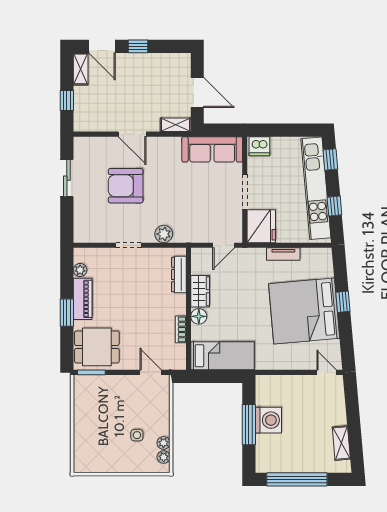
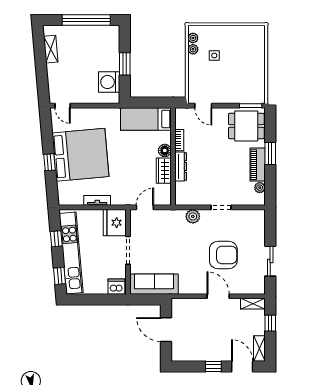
shelving: (176, 125) -> (253, 304), moved
dresser: (179, 275) -> (181, 166), moved
washing machine: (268, 420) -> (109, 82), moved
window: (249, 425) -> (125, 64), width x0.69

